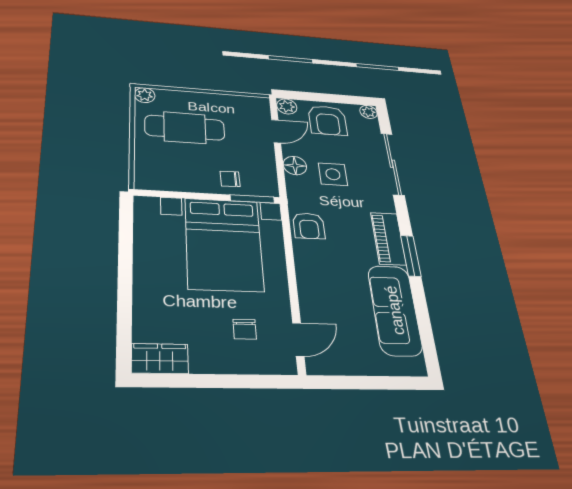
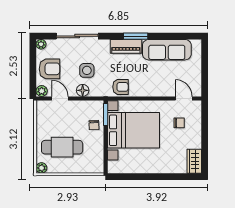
cafe table: (185, 128) -> (62, 147), turned 90

